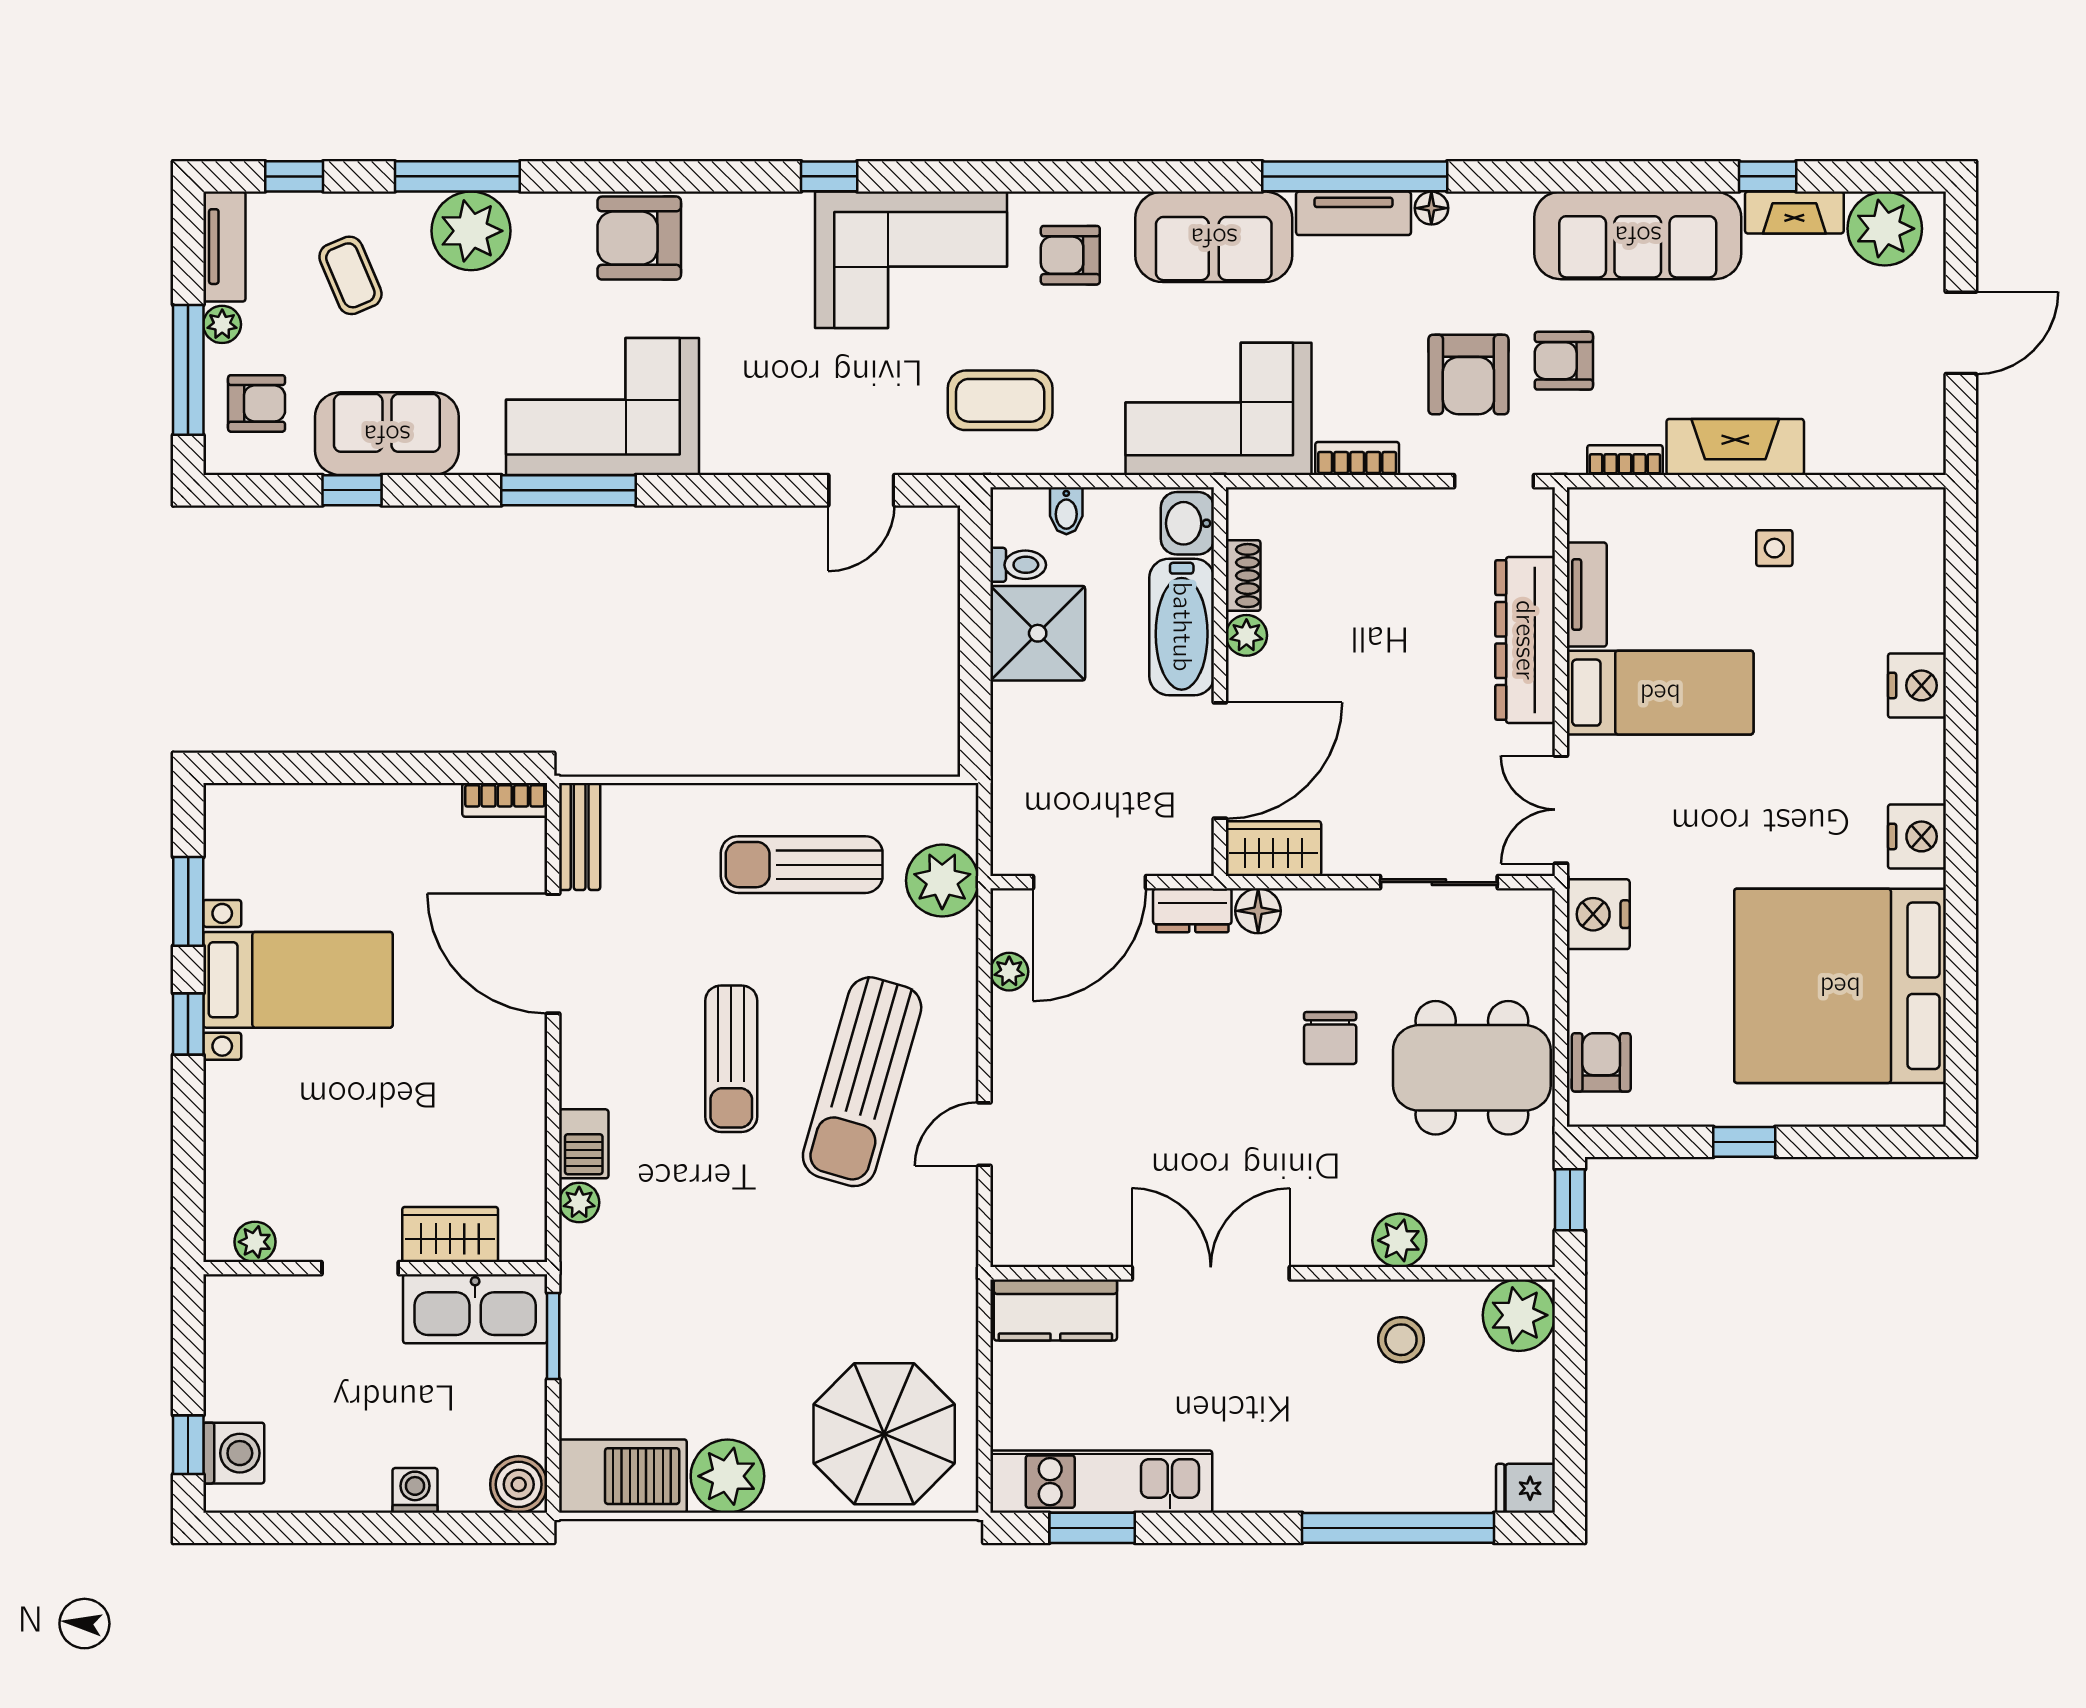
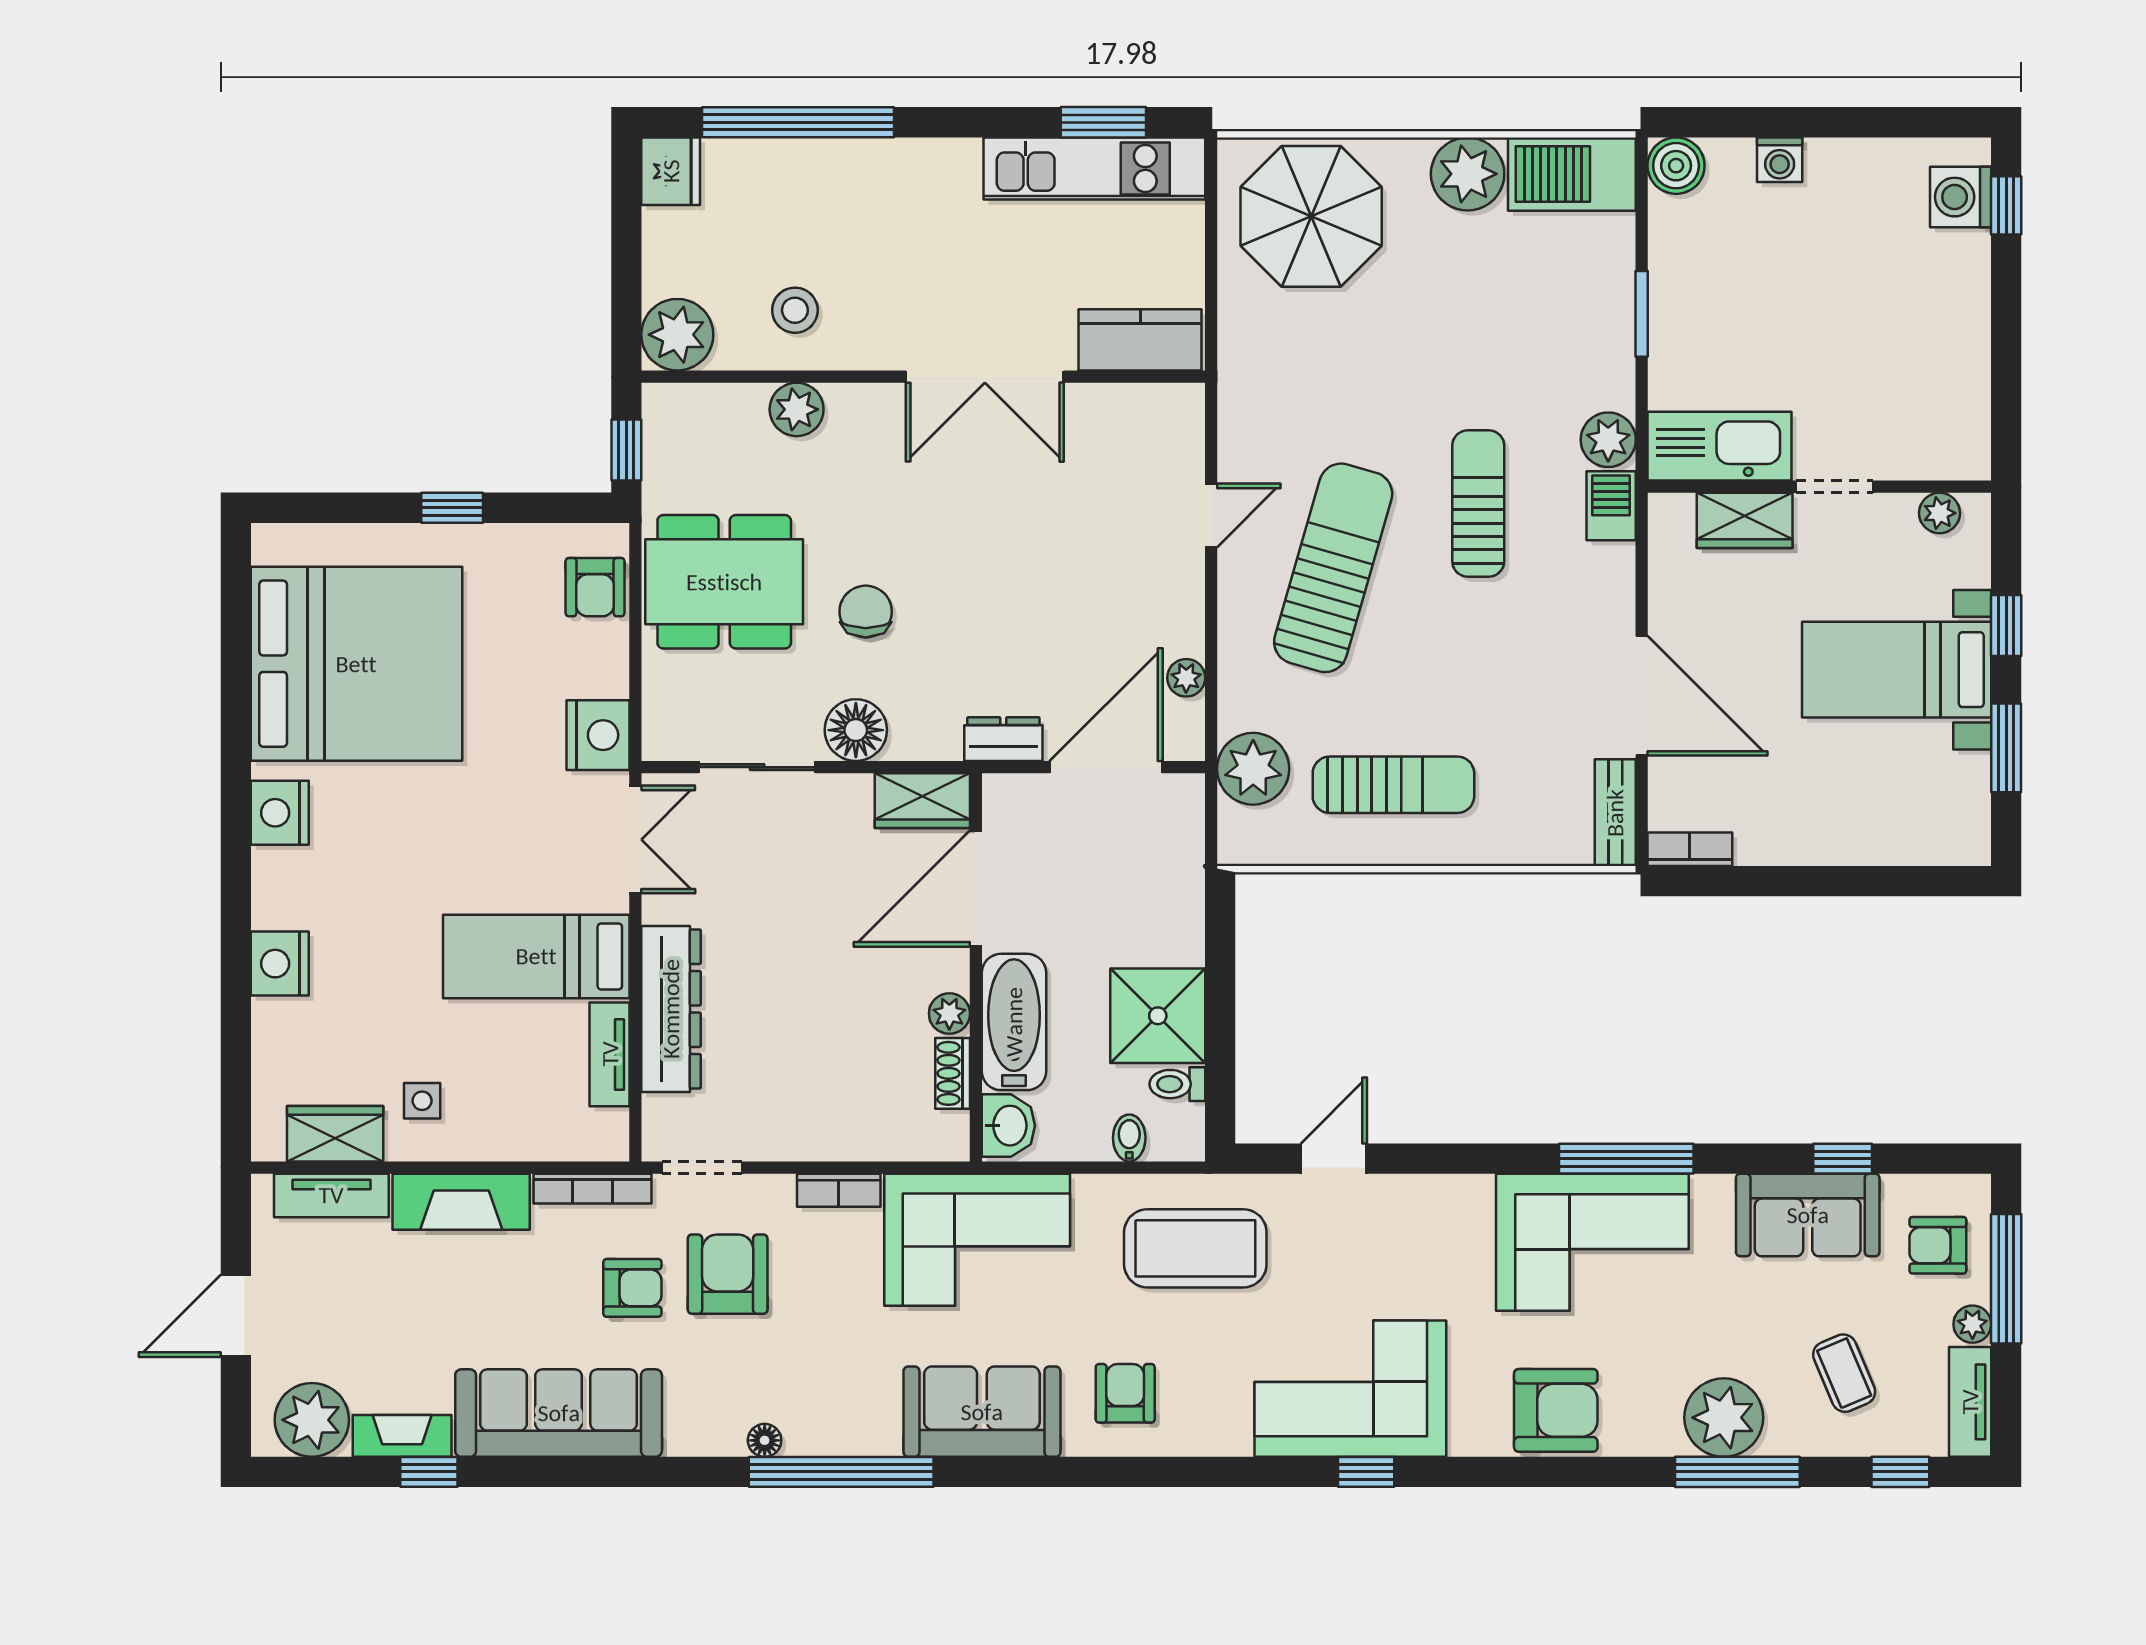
tv unit: (1354, 213) -> (331, 1195), moved, turned 180
armchair: (1070, 255) -> (1125, 1393), turned -90
corner sofa: (911, 260) -> (1350, 1389), moved
coffee table: (1000, 400) -> (1195, 1248), width x1.36, depth x1.32
bookcase: (1625, 460) -> (592, 1189), width x1.56
wardrobe: (1861, 515) -> (335, 1134), added
floor lamp: (1258, 911) -> (856, 730), moved, width x1.38, depth x1.38
sun lounger: (731, 1059) -> (1478, 503), moved
plant: (579, 1202) -> (1608, 440), width x1.38, depth x1.38
wardrobe: (450, 1234) -> (1745, 520), moved
plant: (255, 1242) -> (1939, 513), moved
doorway: (360, 1268) -> (1835, 487), moved
wall: (375, 1268) -> (1819, 487), moved
kitchen sink: (475, 1309) -> (1720, 446), moved
fridge: (1525, 1488) -> (671, 171), width x1.38

